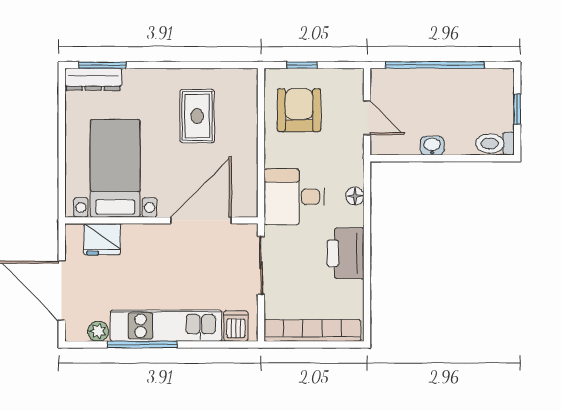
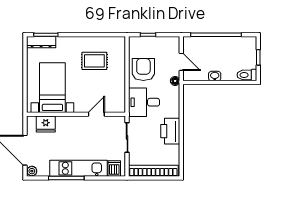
armchair: (299, 110) -> (143, 69), moved
rug: (197, 116) -> (94, 61), turned 90
floor lamp: (355, 196) -> (175, 81), moved
door: (201, 220) -> (96, 114), width x0.53
plant: (98, 331) -> (32, 171), moved

